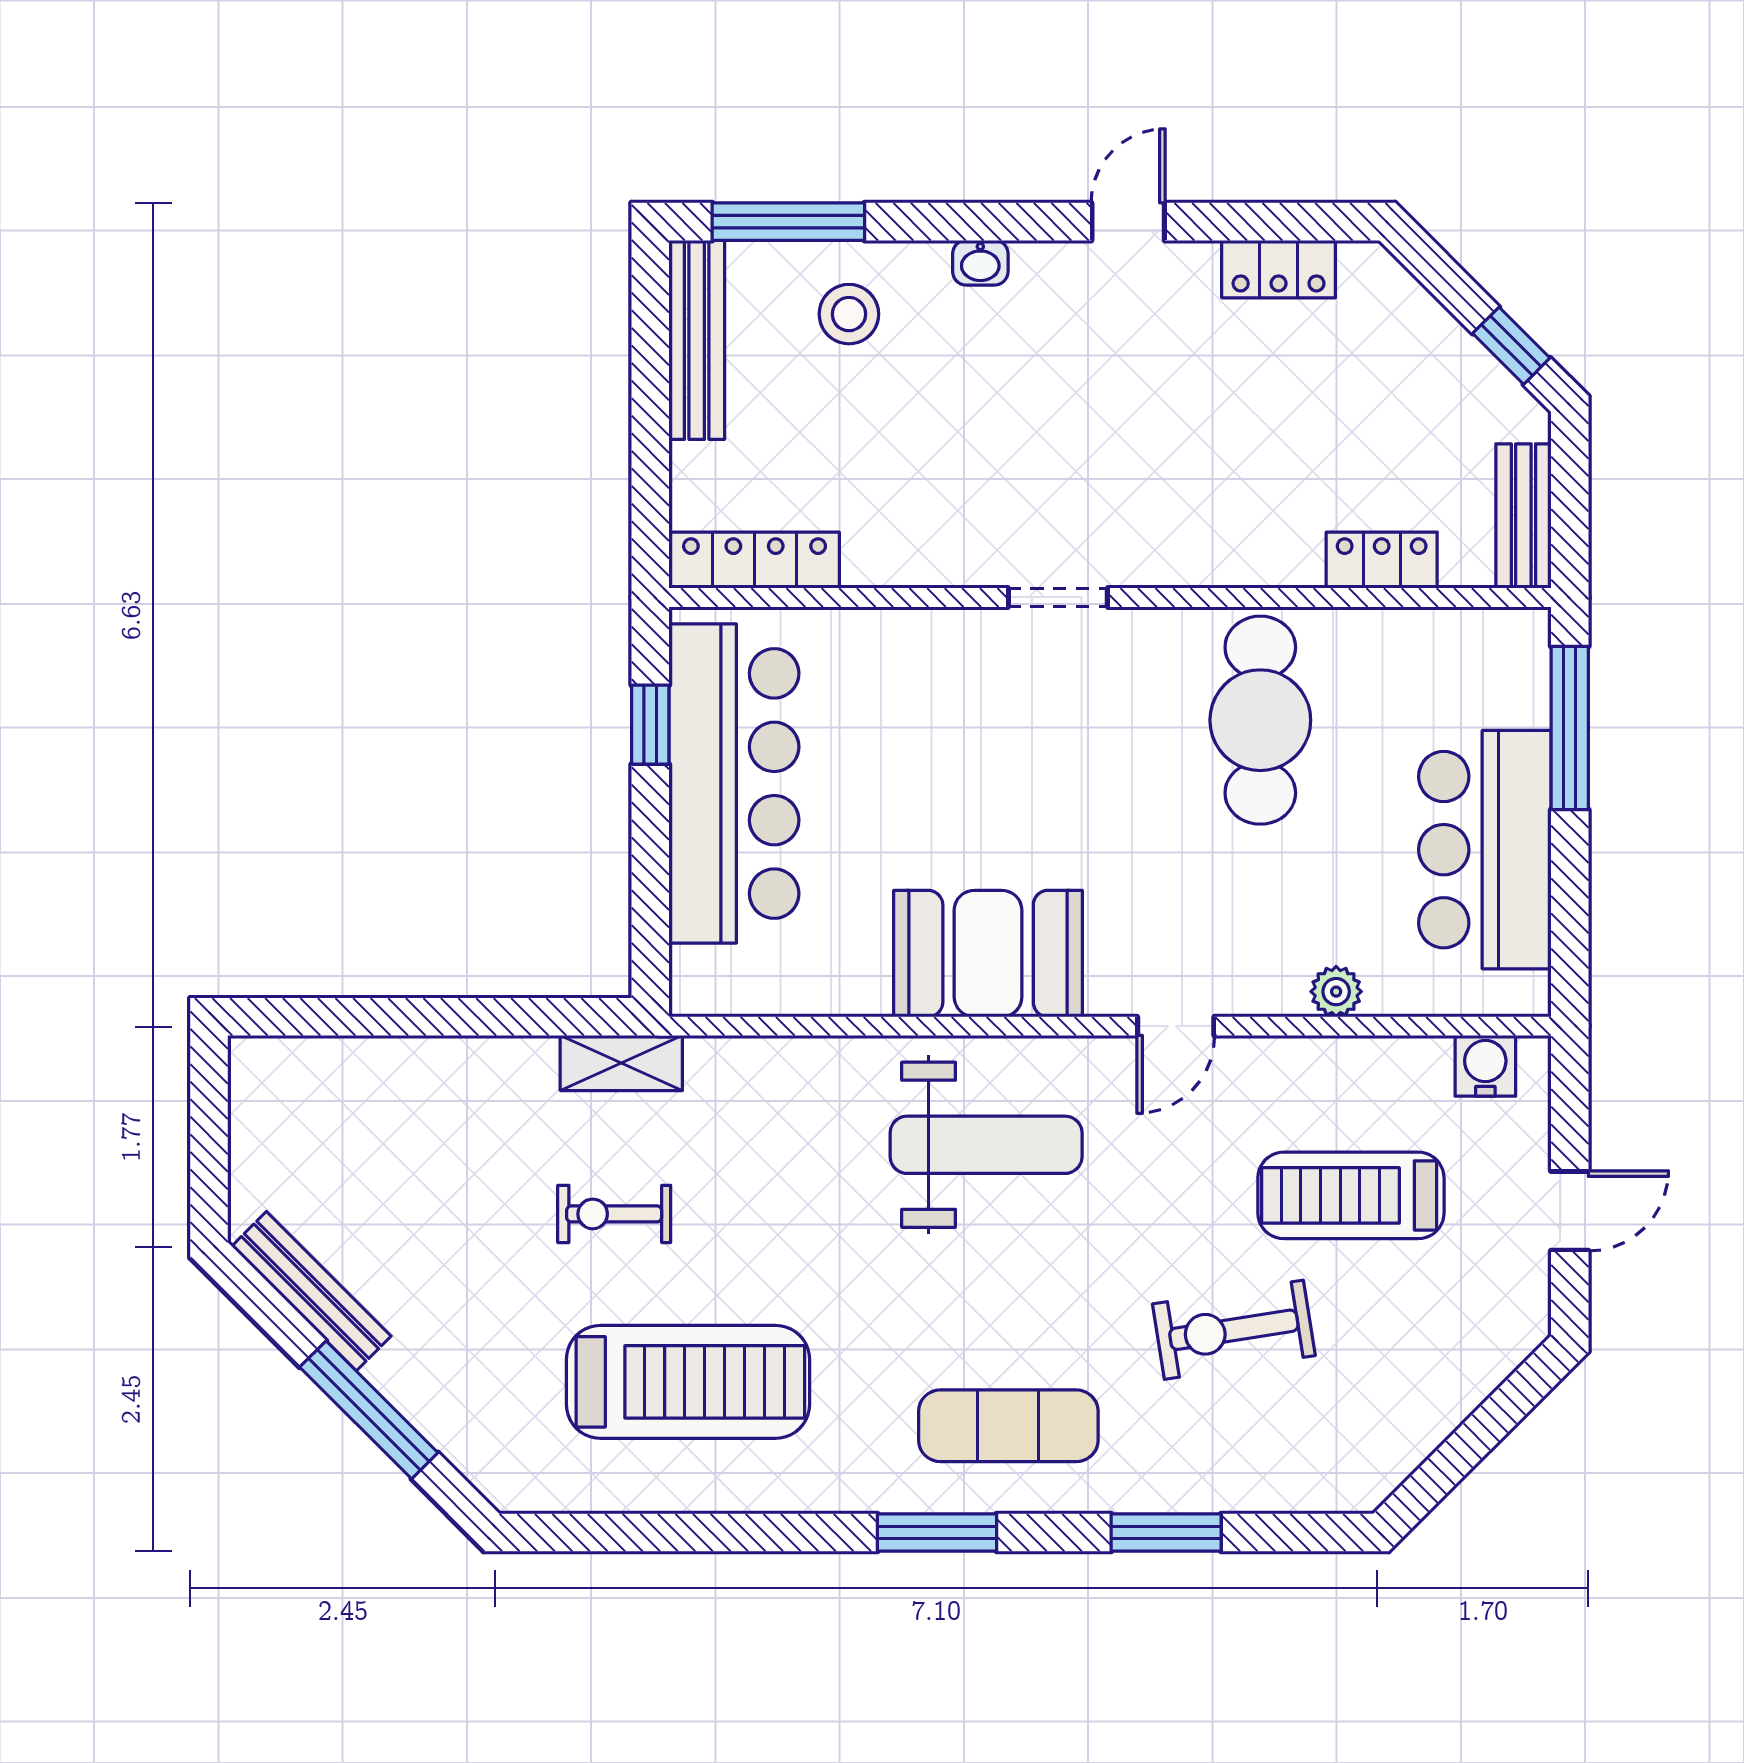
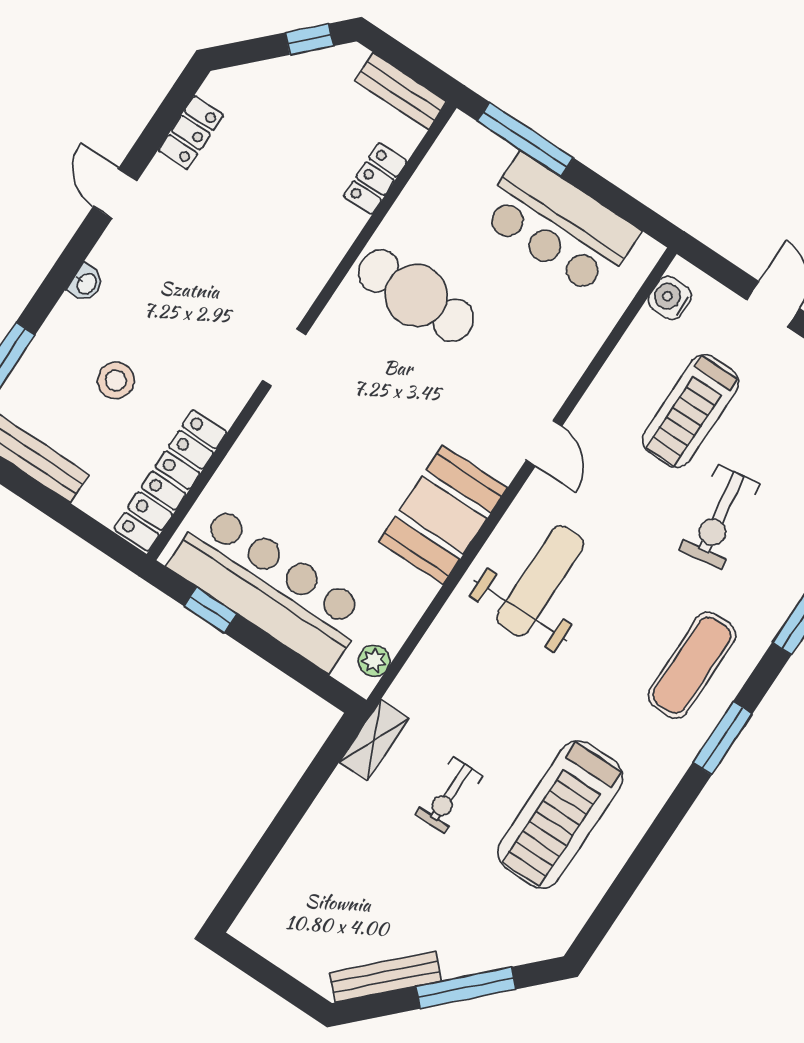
stool: (849, 314) -> (116, 380), moved
locker: (755, 560) -> (171, 480), width x1.41, depth x1.21
plant: (1336, 992) -> (374, 661), moved
treadmill: (688, 1382) -> (560, 815), turned 180

